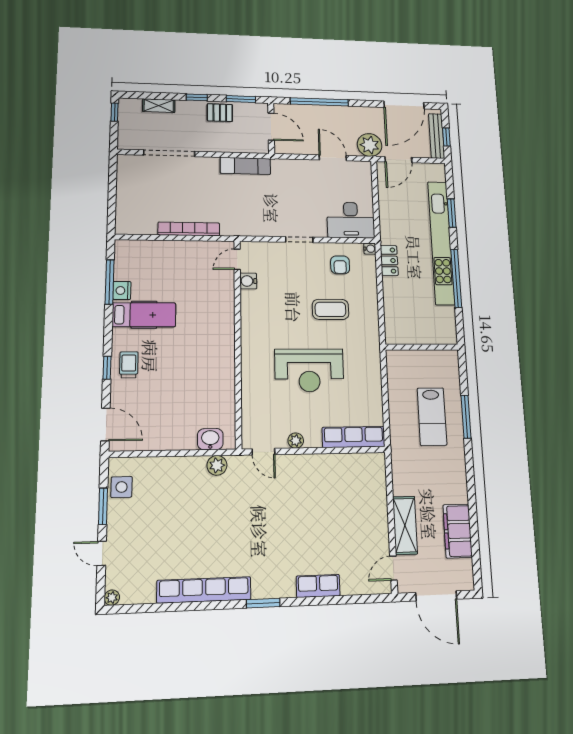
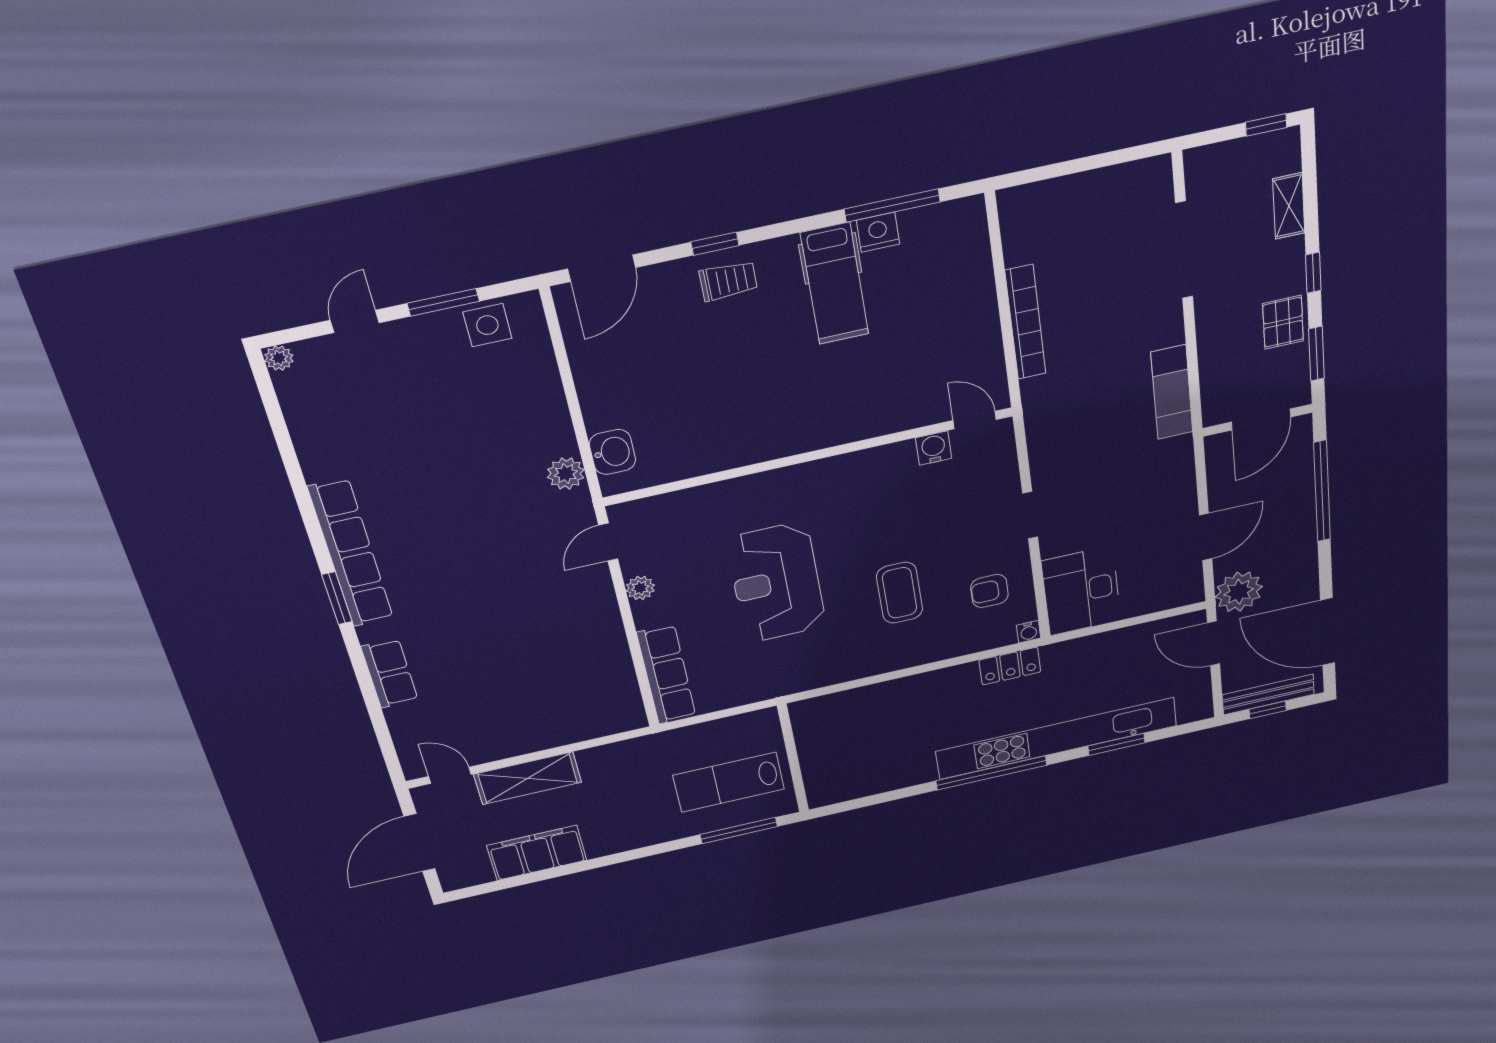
wall: (422, 347) -> (793, 758), moved
row of seats: (204, 590) -> (351, 553), moved

